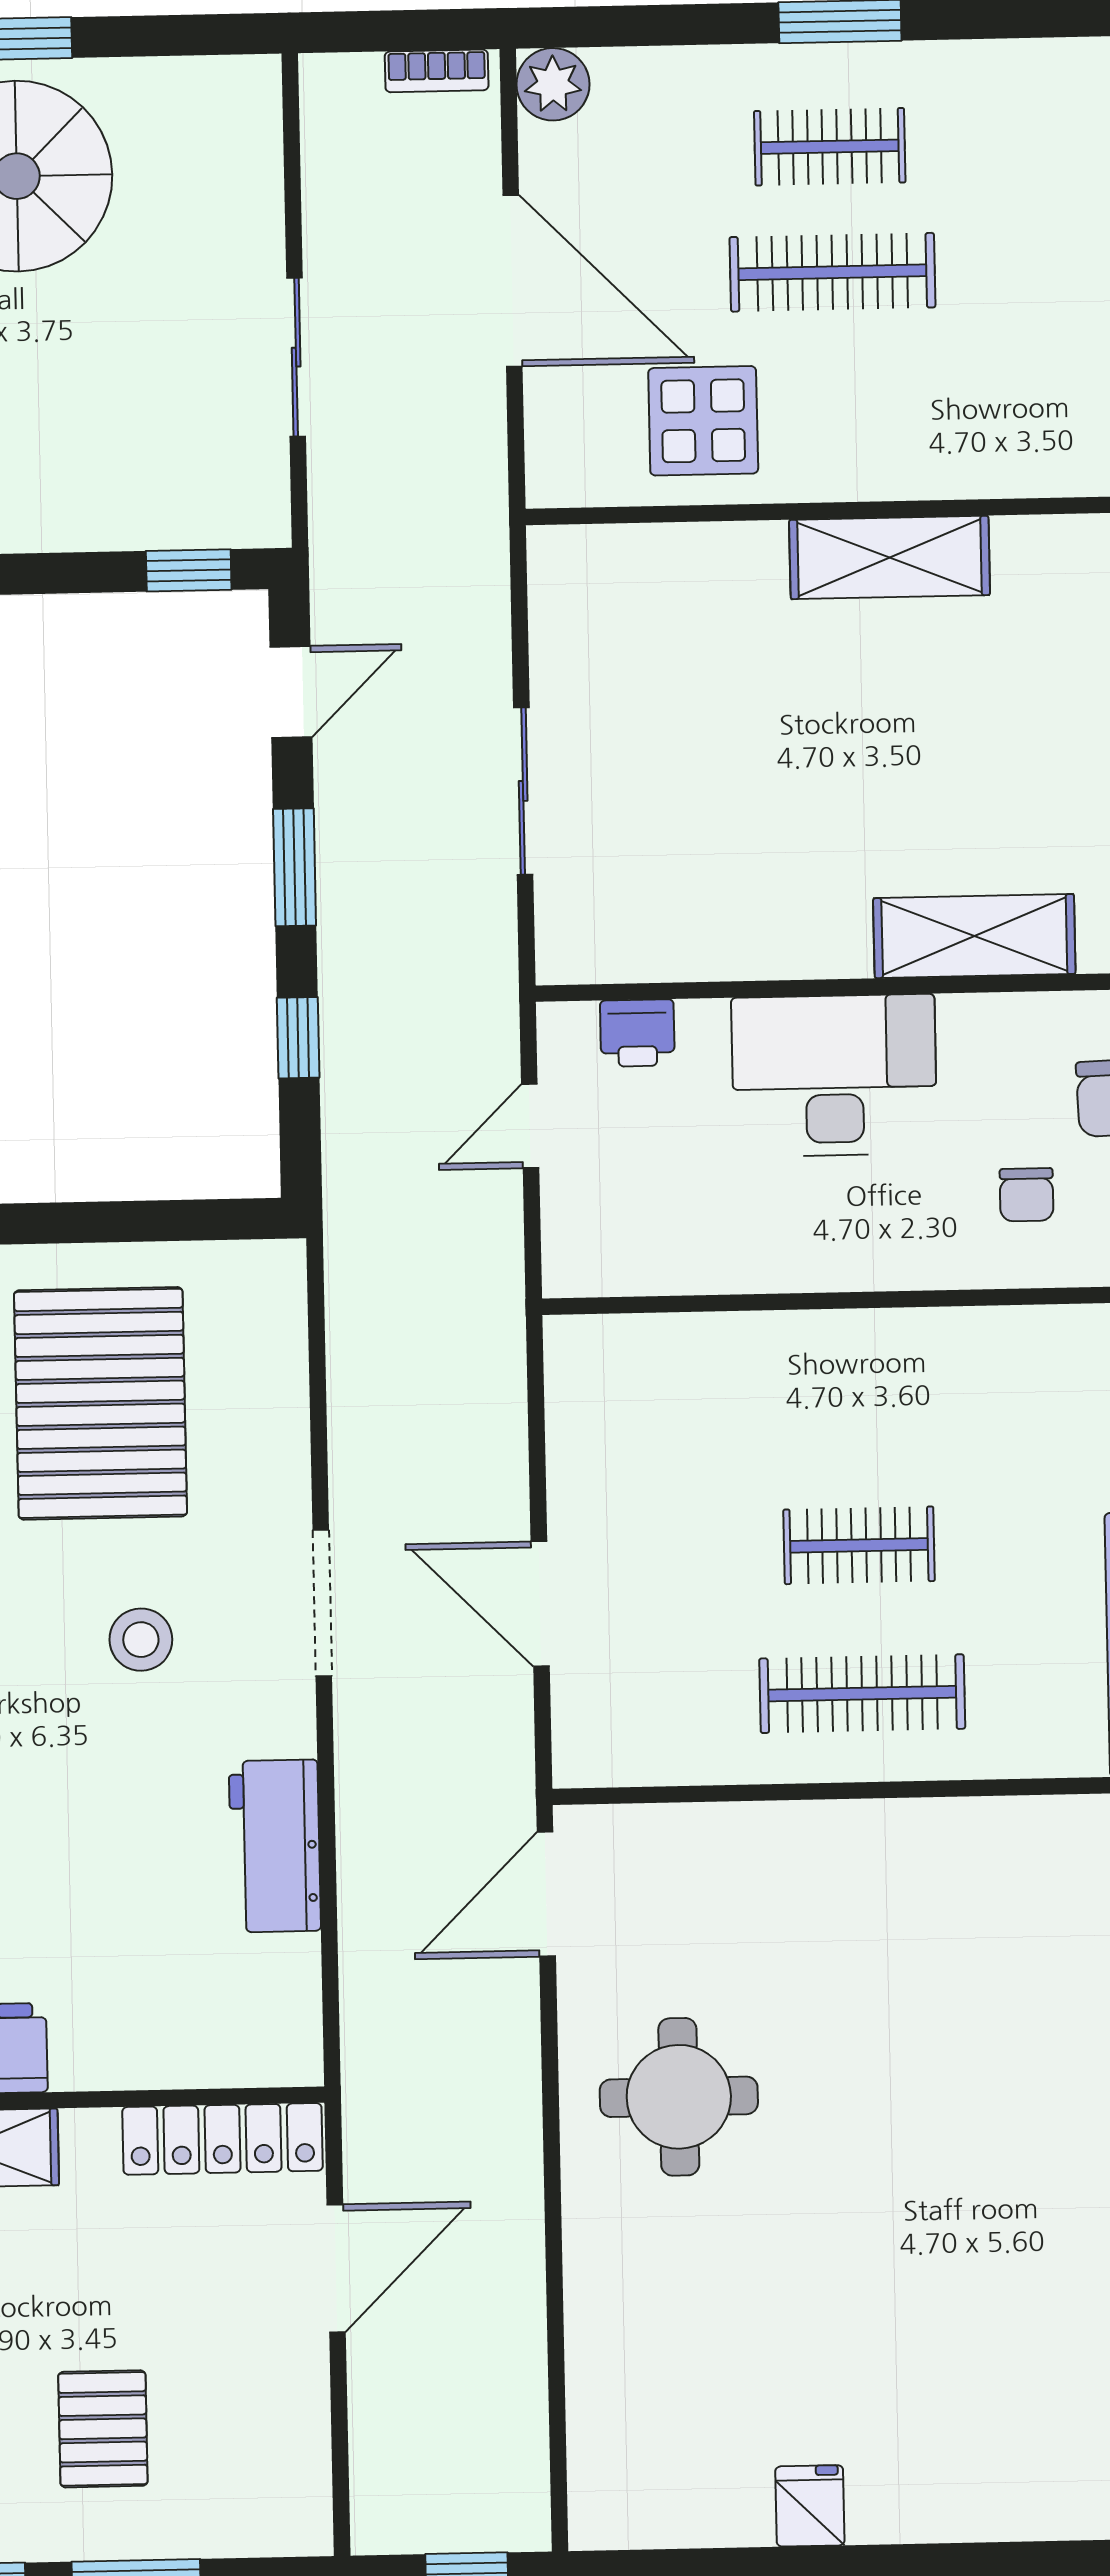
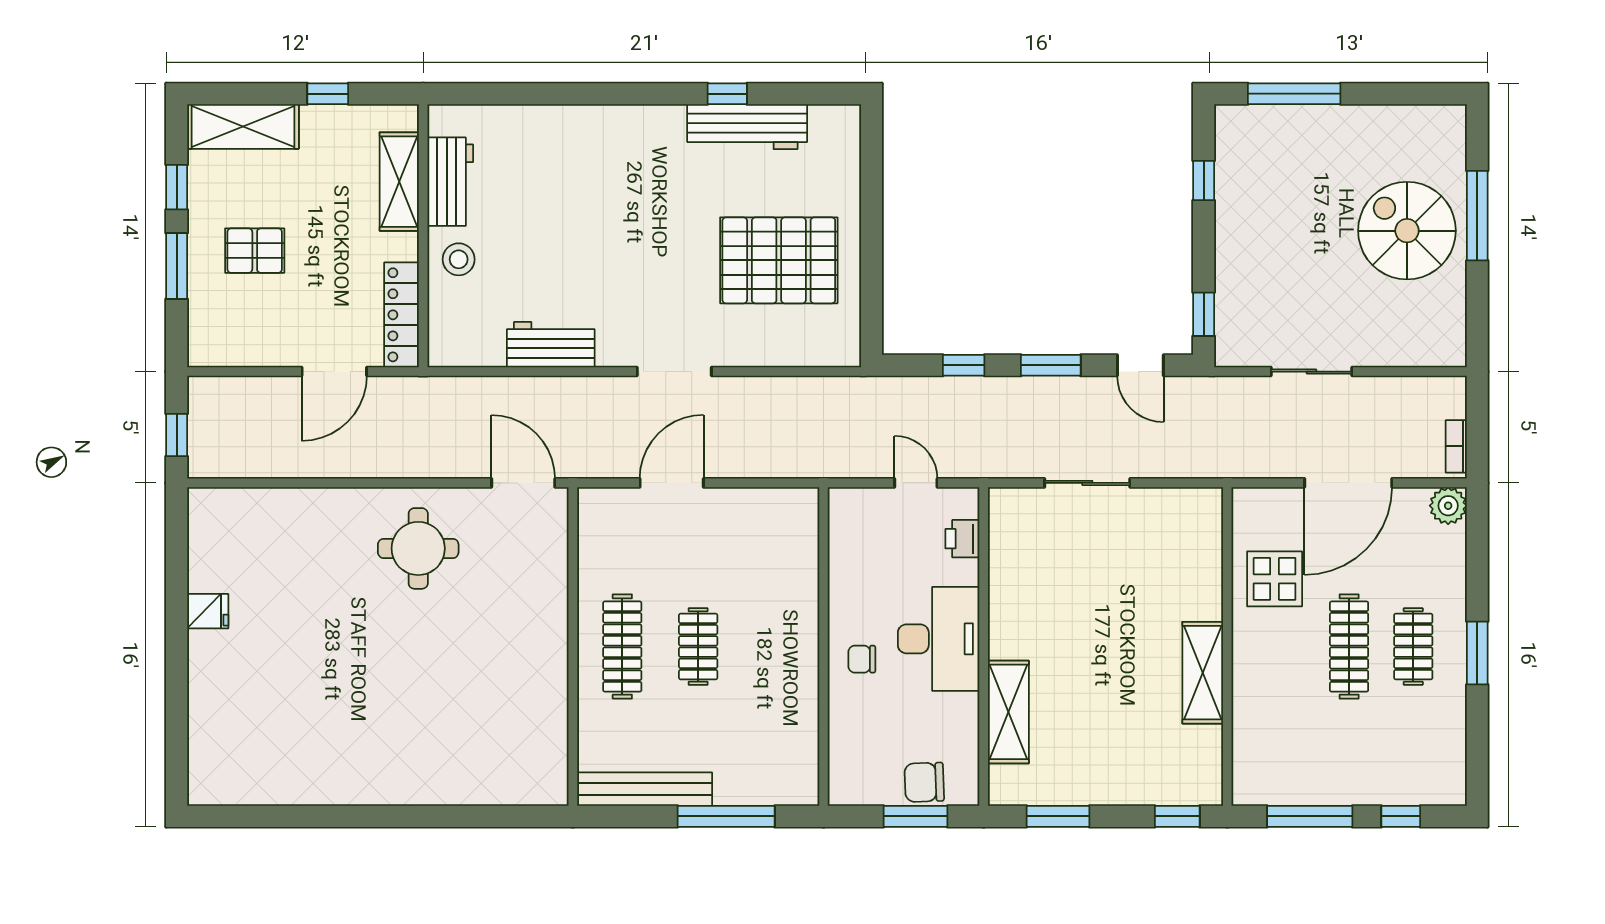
chair: (1027, 1195) -> (862, 659), moved
stool: (141, 1640) -> (459, 259), moved
door: (336, 2268) -> (334, 372), hinge flipped

